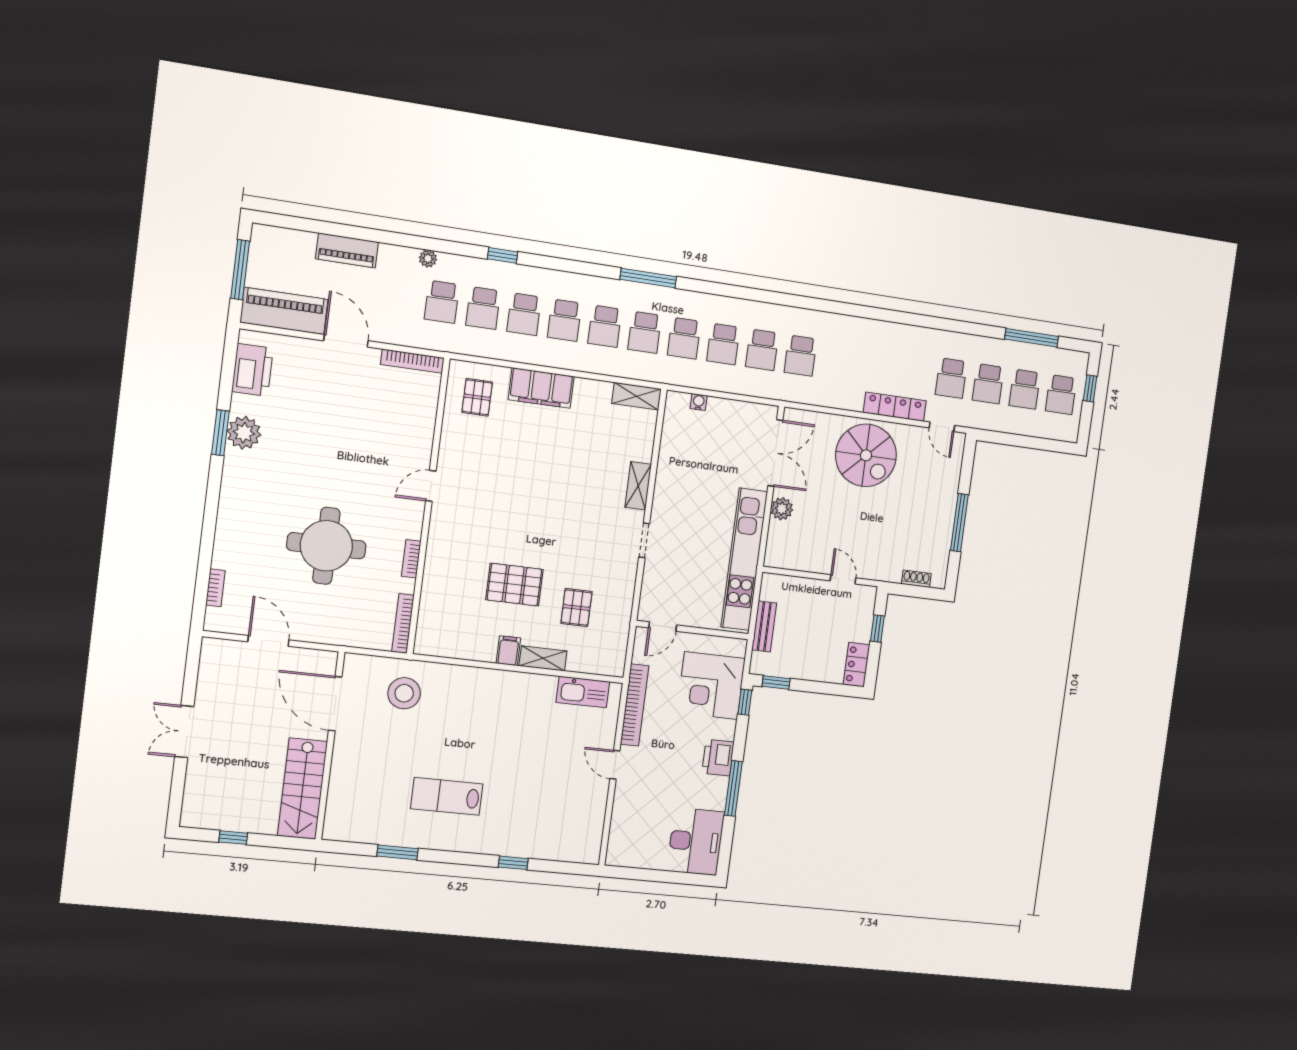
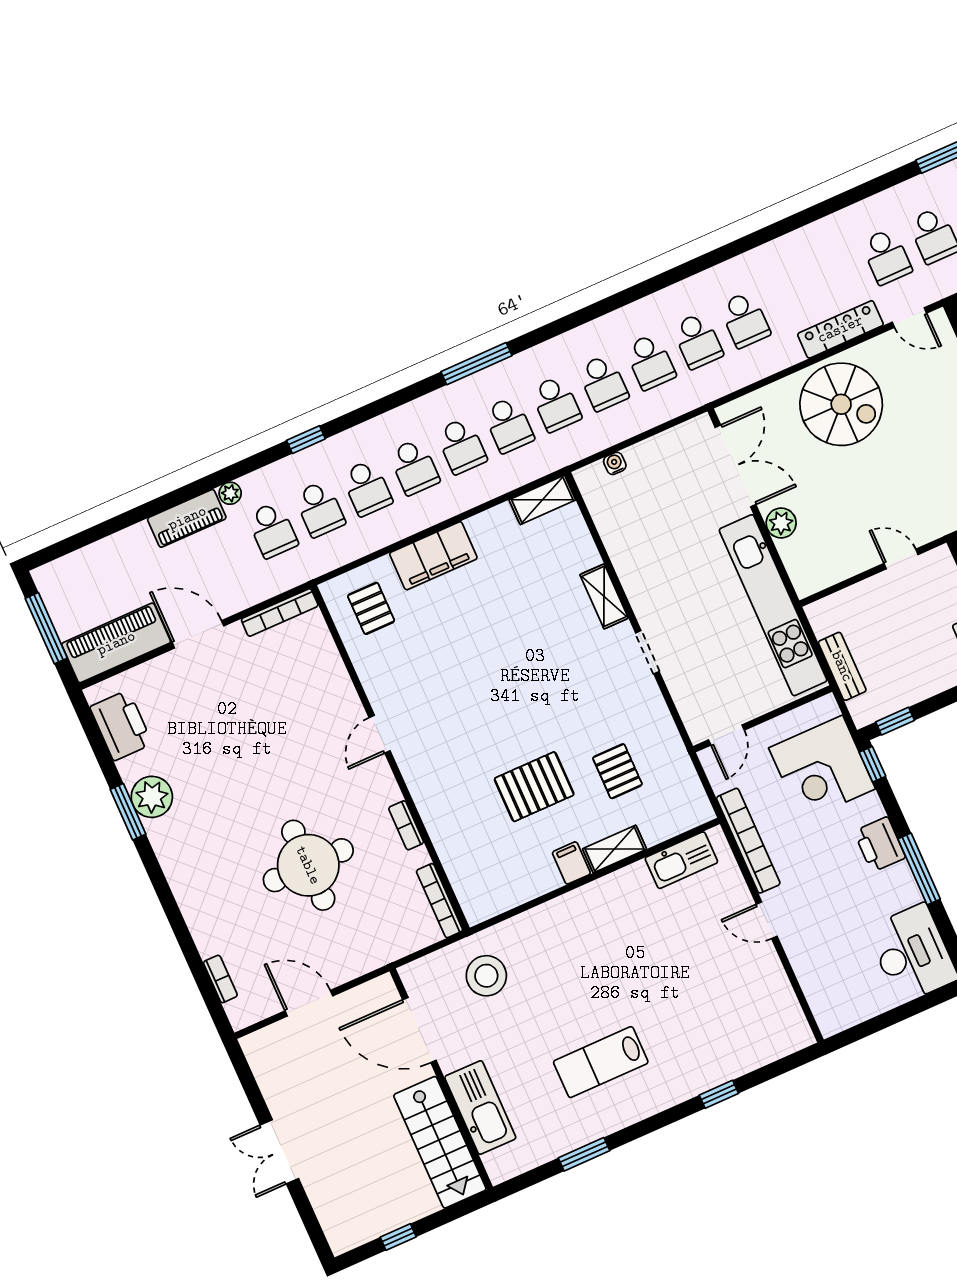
piano: (347, 250) -> (187, 518), moved
school desk: (839, 361) -> (745, 320), added
kitchen sink: (345, 781) -> (480, 1107), added

